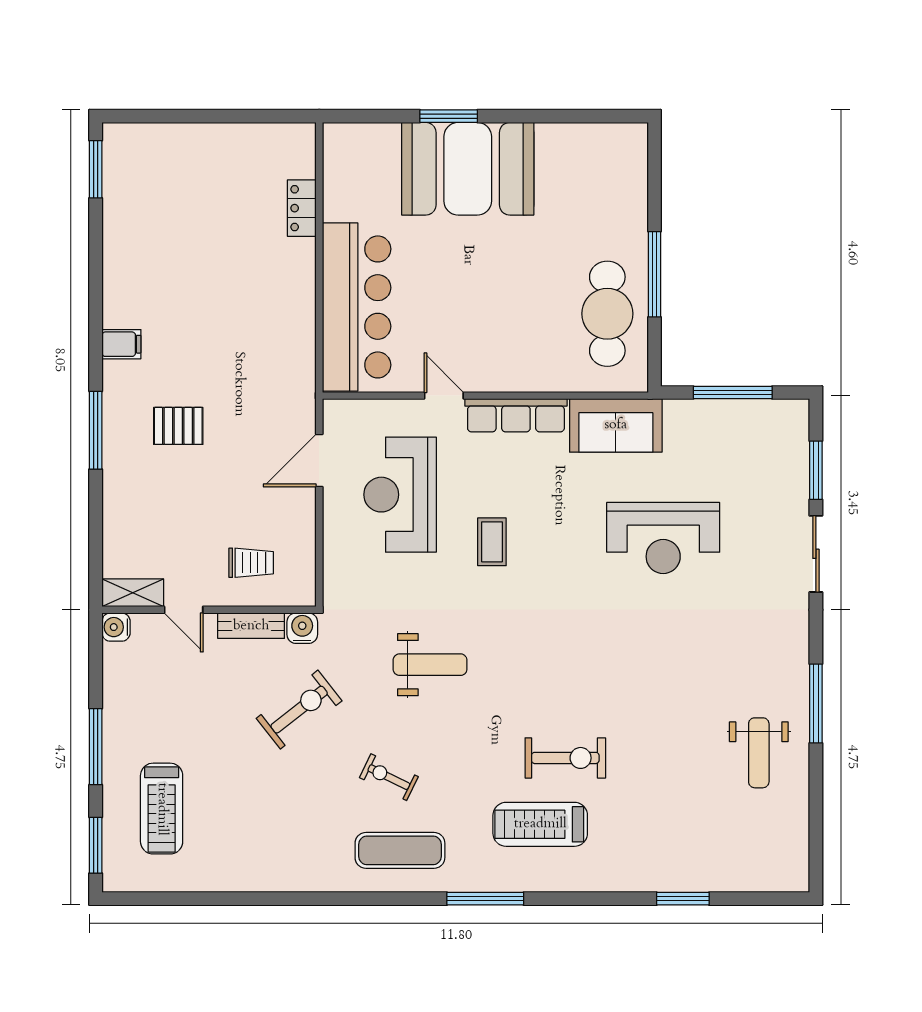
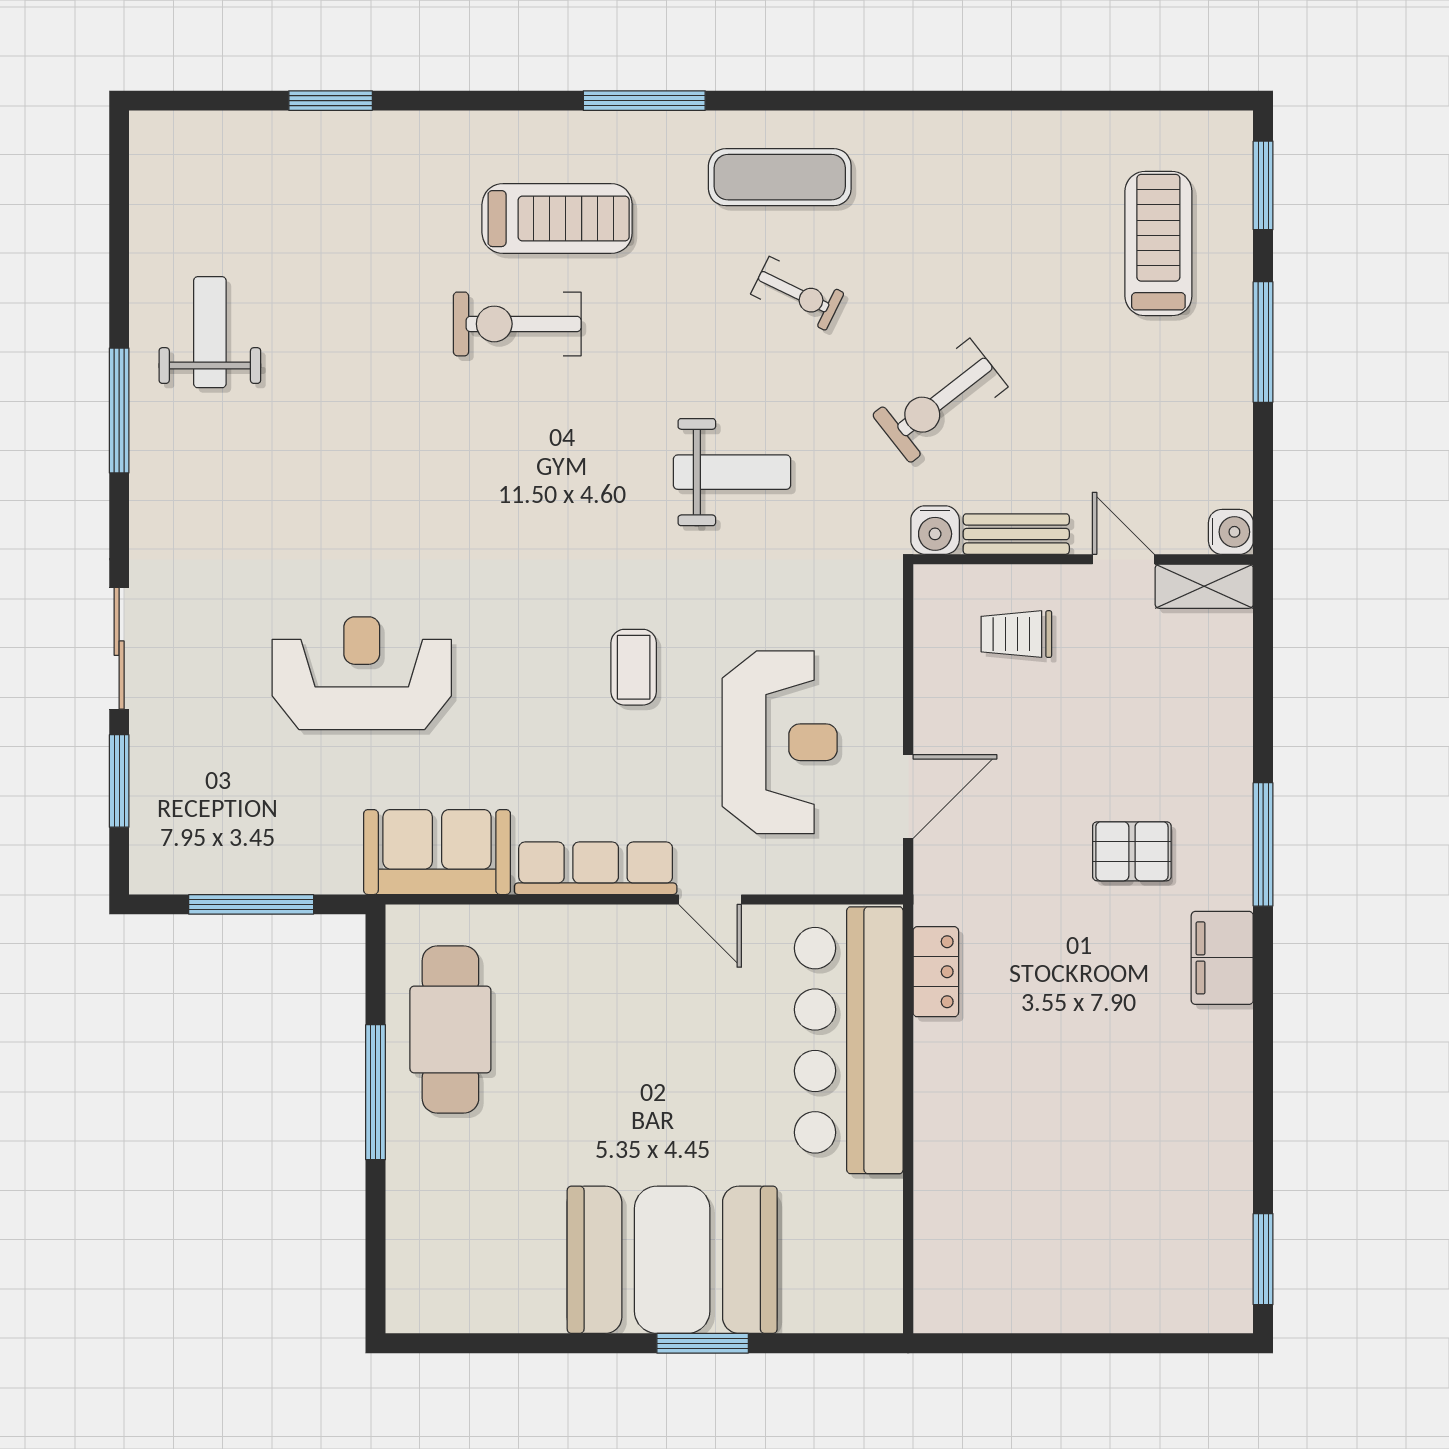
locker: (302, 208) -> (936, 972), moved
filing cabinet: (121, 344) -> (1222, 958), width x2.00
weight bench: (430, 665) -> (732, 472), turned 180

